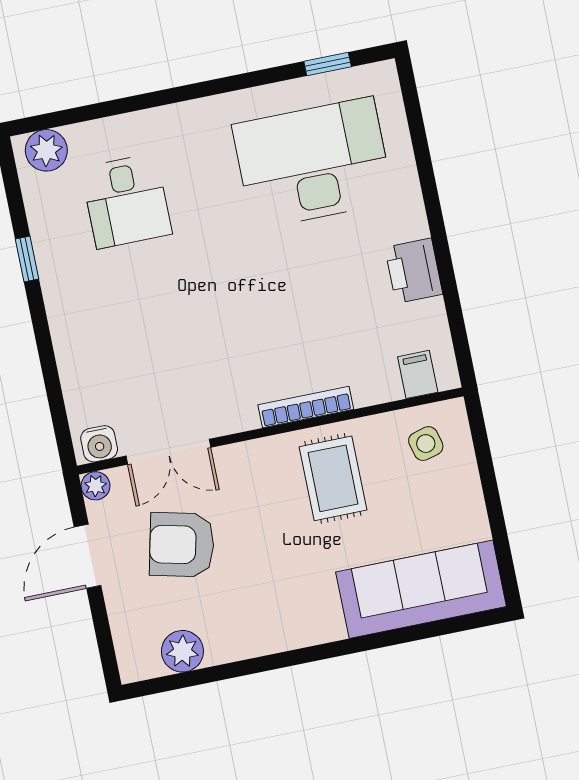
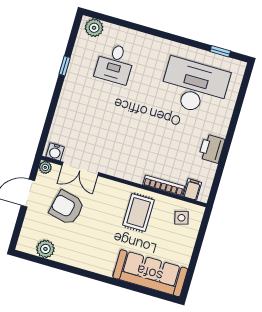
bookcase: (306, 407) -> (164, 186), moved

